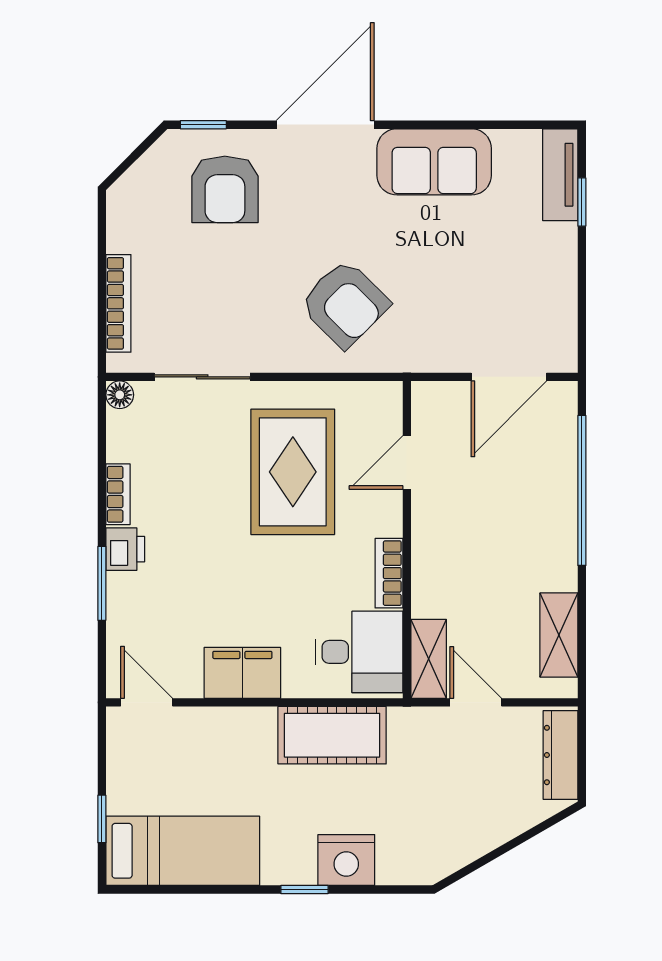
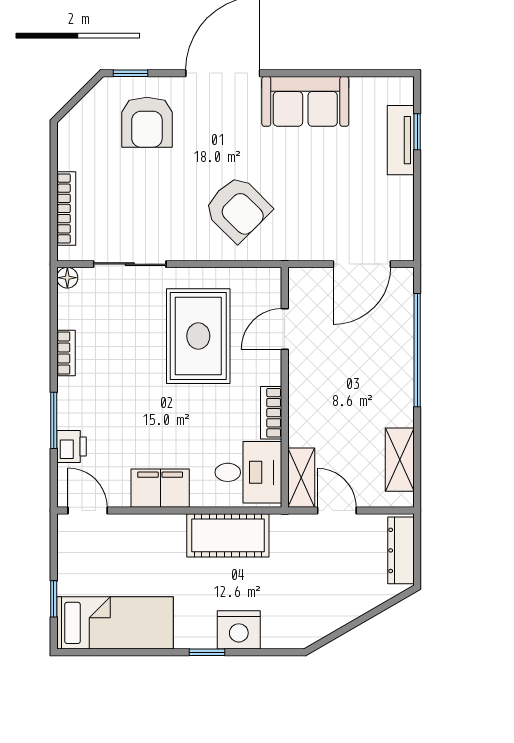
tv unit: (560, 175) -> (401, 140), moved
printer: (125, 549) -> (71, 446), moved

